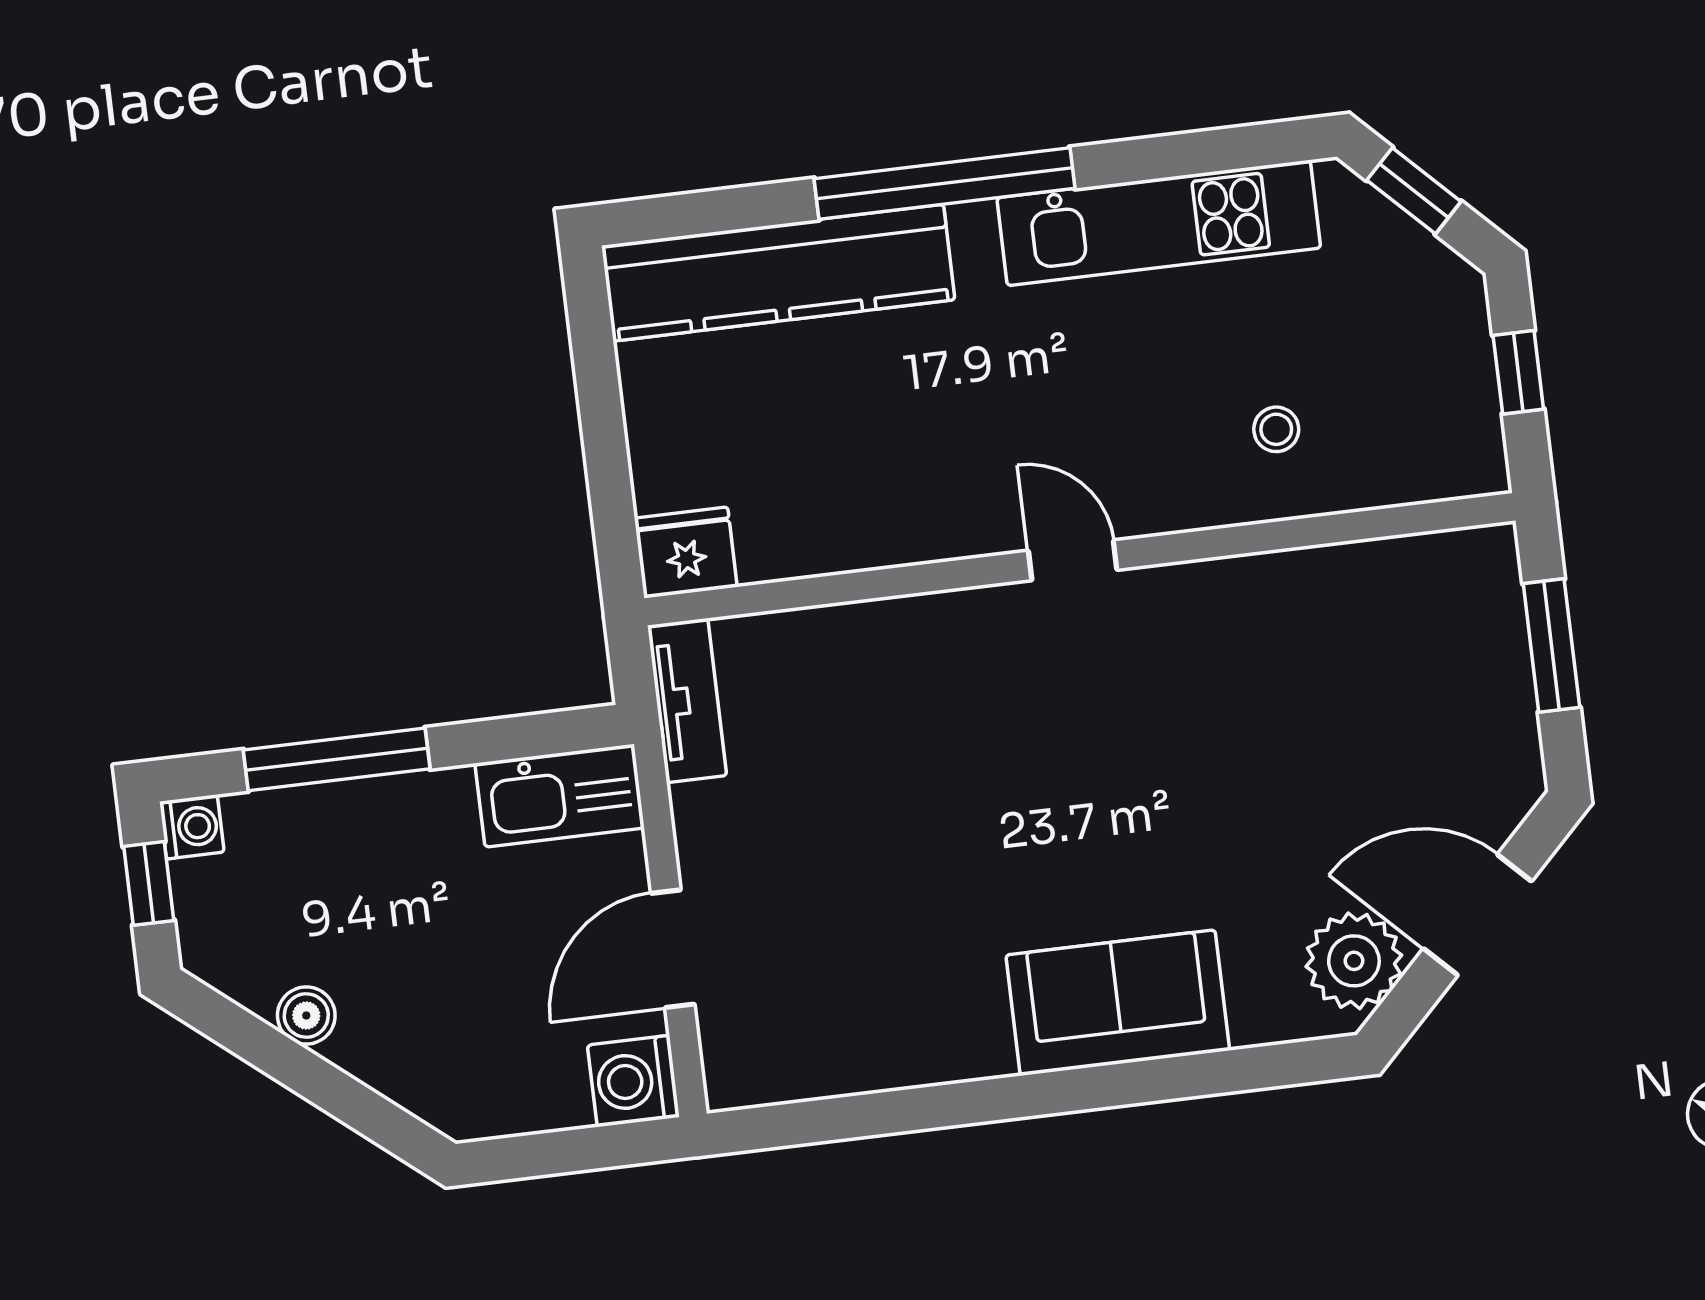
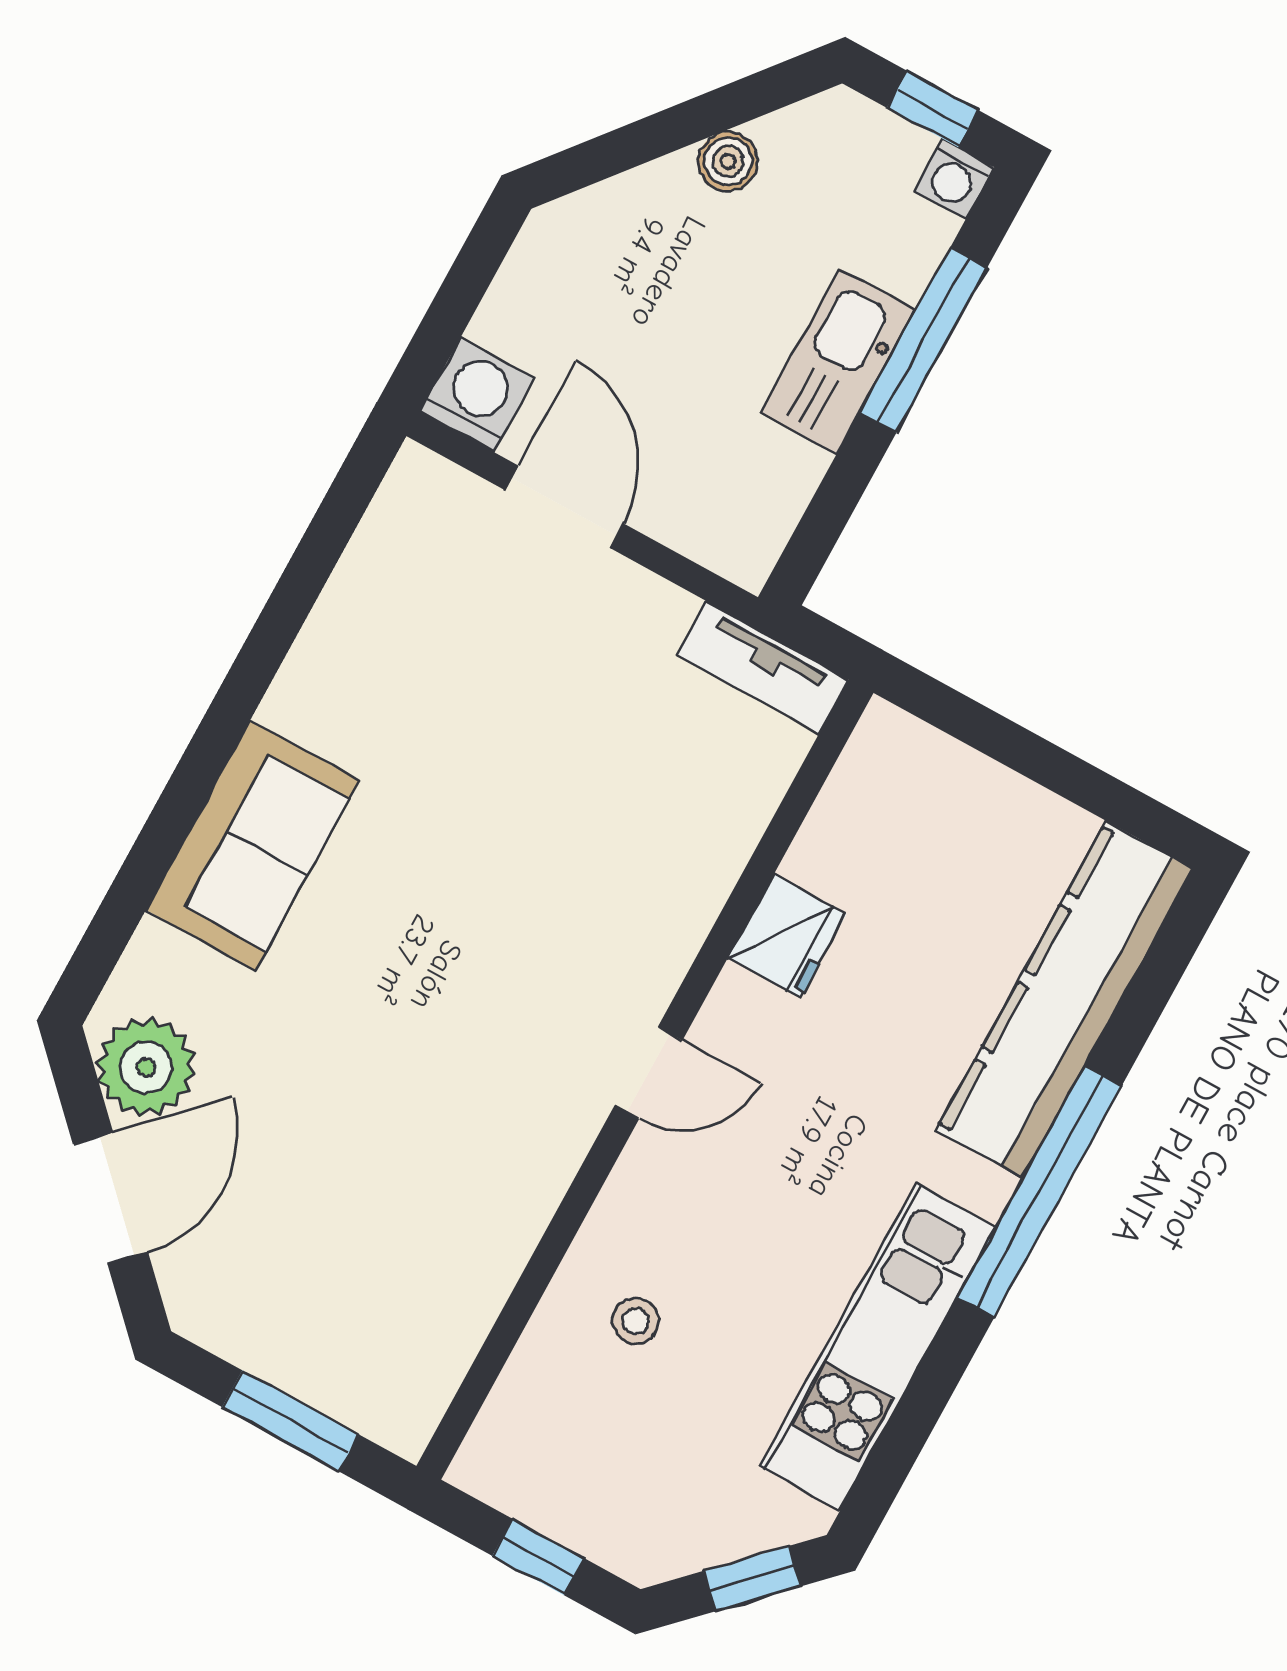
fridge: (686, 553) -> (787, 936), moved
kitchen sink: (560, 796) -> (838, 362), moved

